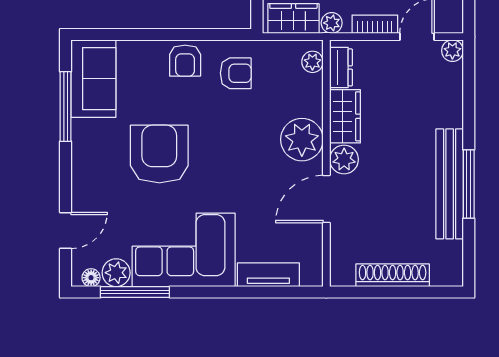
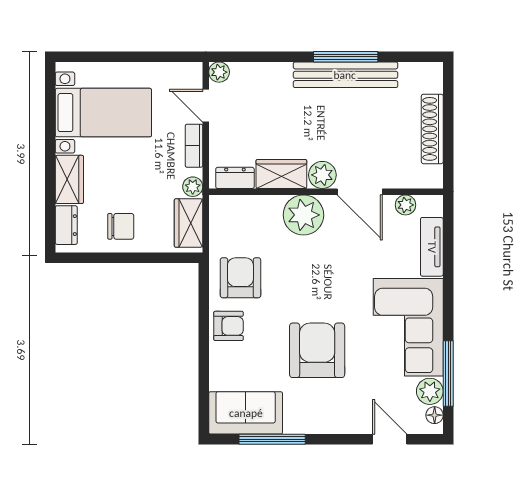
plant: (312, 62) -> (405, 205), moved
armchair: (236, 73) -> (240, 278), width x1.38, depth x1.38
armchair: (159, 154) -> (317, 350), turned 90

